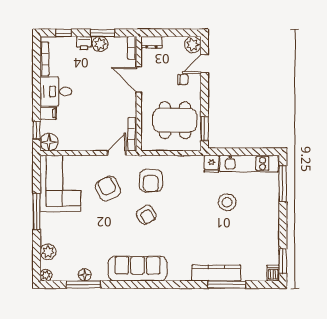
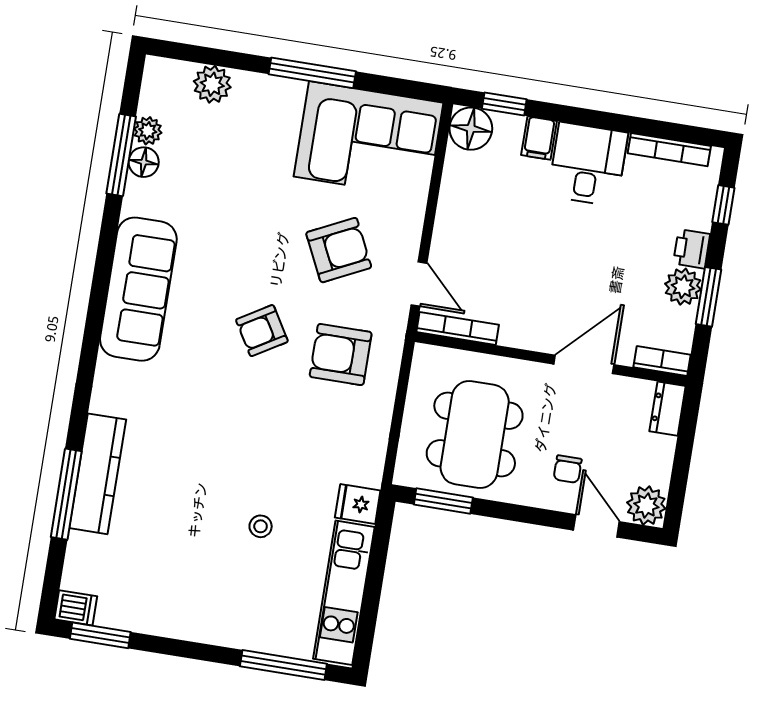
stool: (227, 202) -> (261, 526), width x0.53, depth x0.53
plant: (46, 275) -> (148, 131), moved

